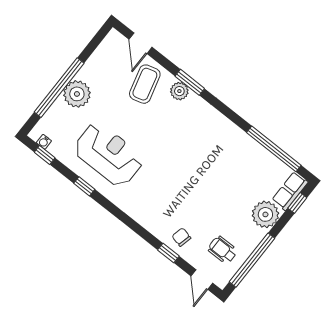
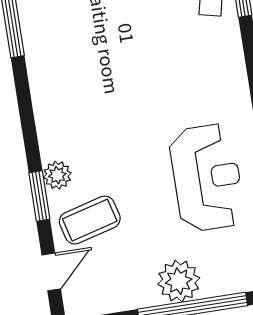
window: (190, 82) -> (39, 196), moved
reception desk: (108, 154) -> (207, 178), turned 180

